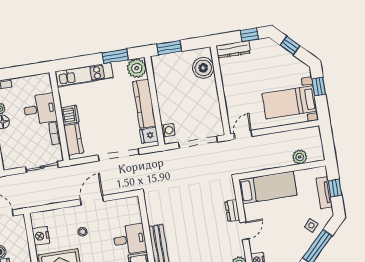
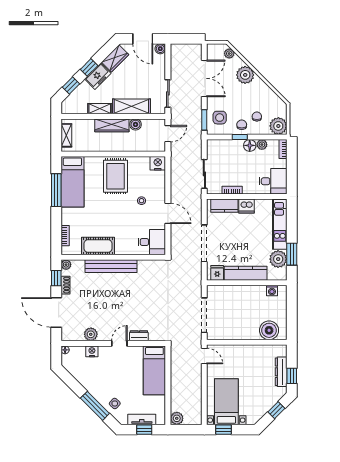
window: (169, 48) -> (292, 303), removed
dresser: (233, 49) -> (281, 372), moved
plant: (137, 68) -> (278, 259), moved
window: (319, 87) -> (224, 430), moved
desk: (40, 109) -> (273, 181), moved, turned -90
washing machine: (168, 130) -> (272, 290), moved
plant: (300, 157) -> (177, 418), moved
door: (244, 231) -> (119, 343), swing flipped
nightstand: (41, 236) -> (158, 163), moved
desk: (130, 239) -> (152, 242), moved, turned -90

